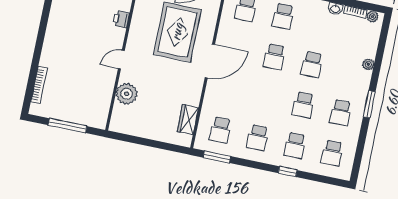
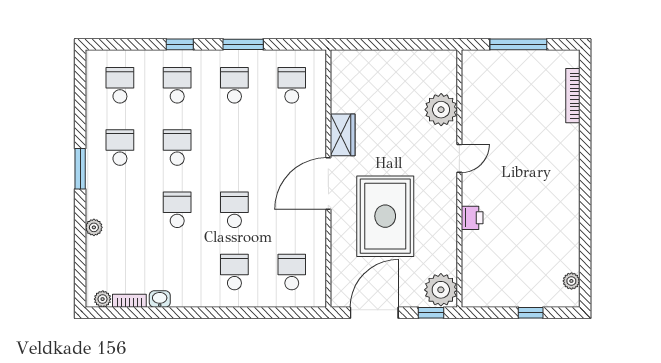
wardrobe: (188, 120) -> (343, 135), moved
window: (217, 157) -> (243, 44), moved

